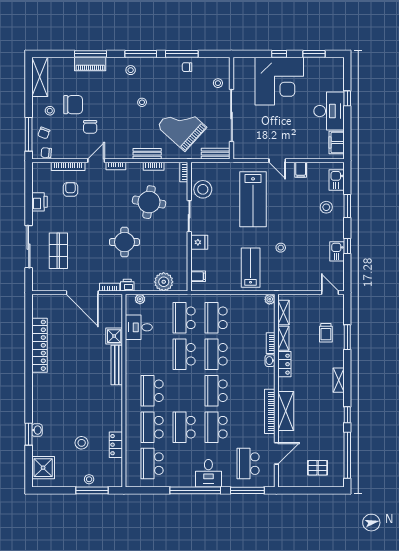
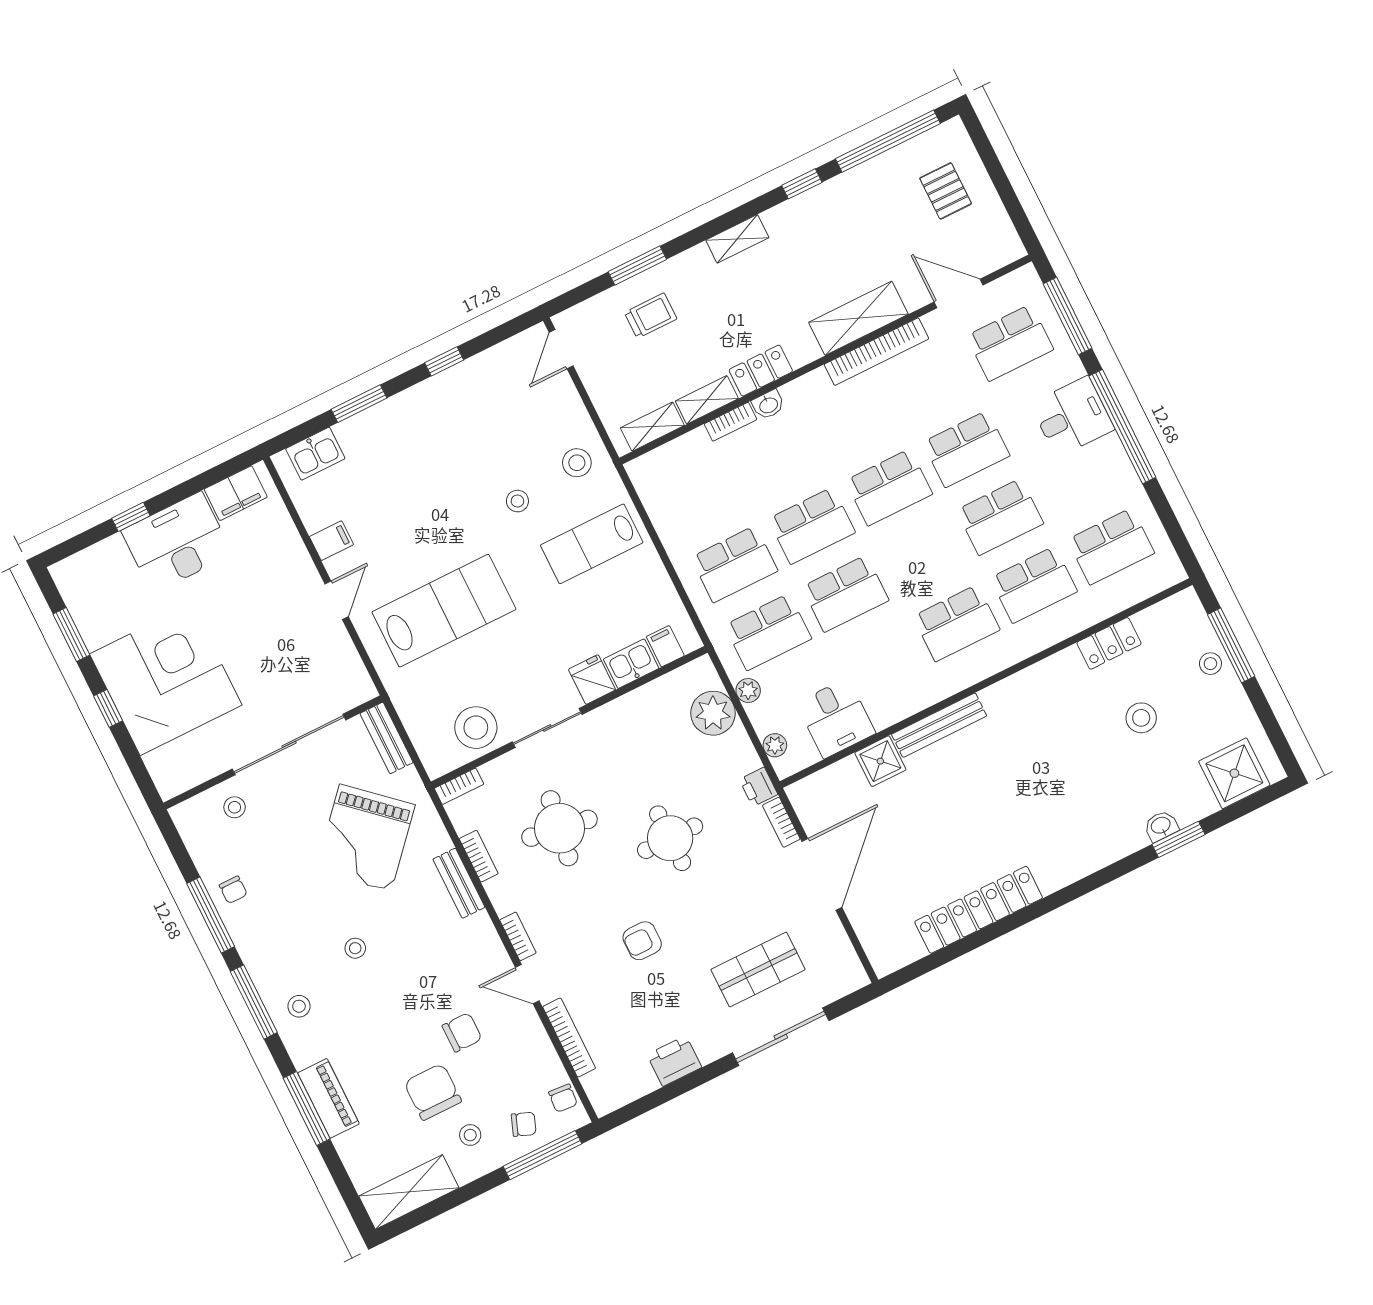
armchair: (70, 189) -> (642, 941), moved
stool: (326, 207) -> (577, 463), moved
kitchen sink: (337, 251) -> (631, 664), moved, turned 180
plant: (270, 299) -> (748, 690), moved

